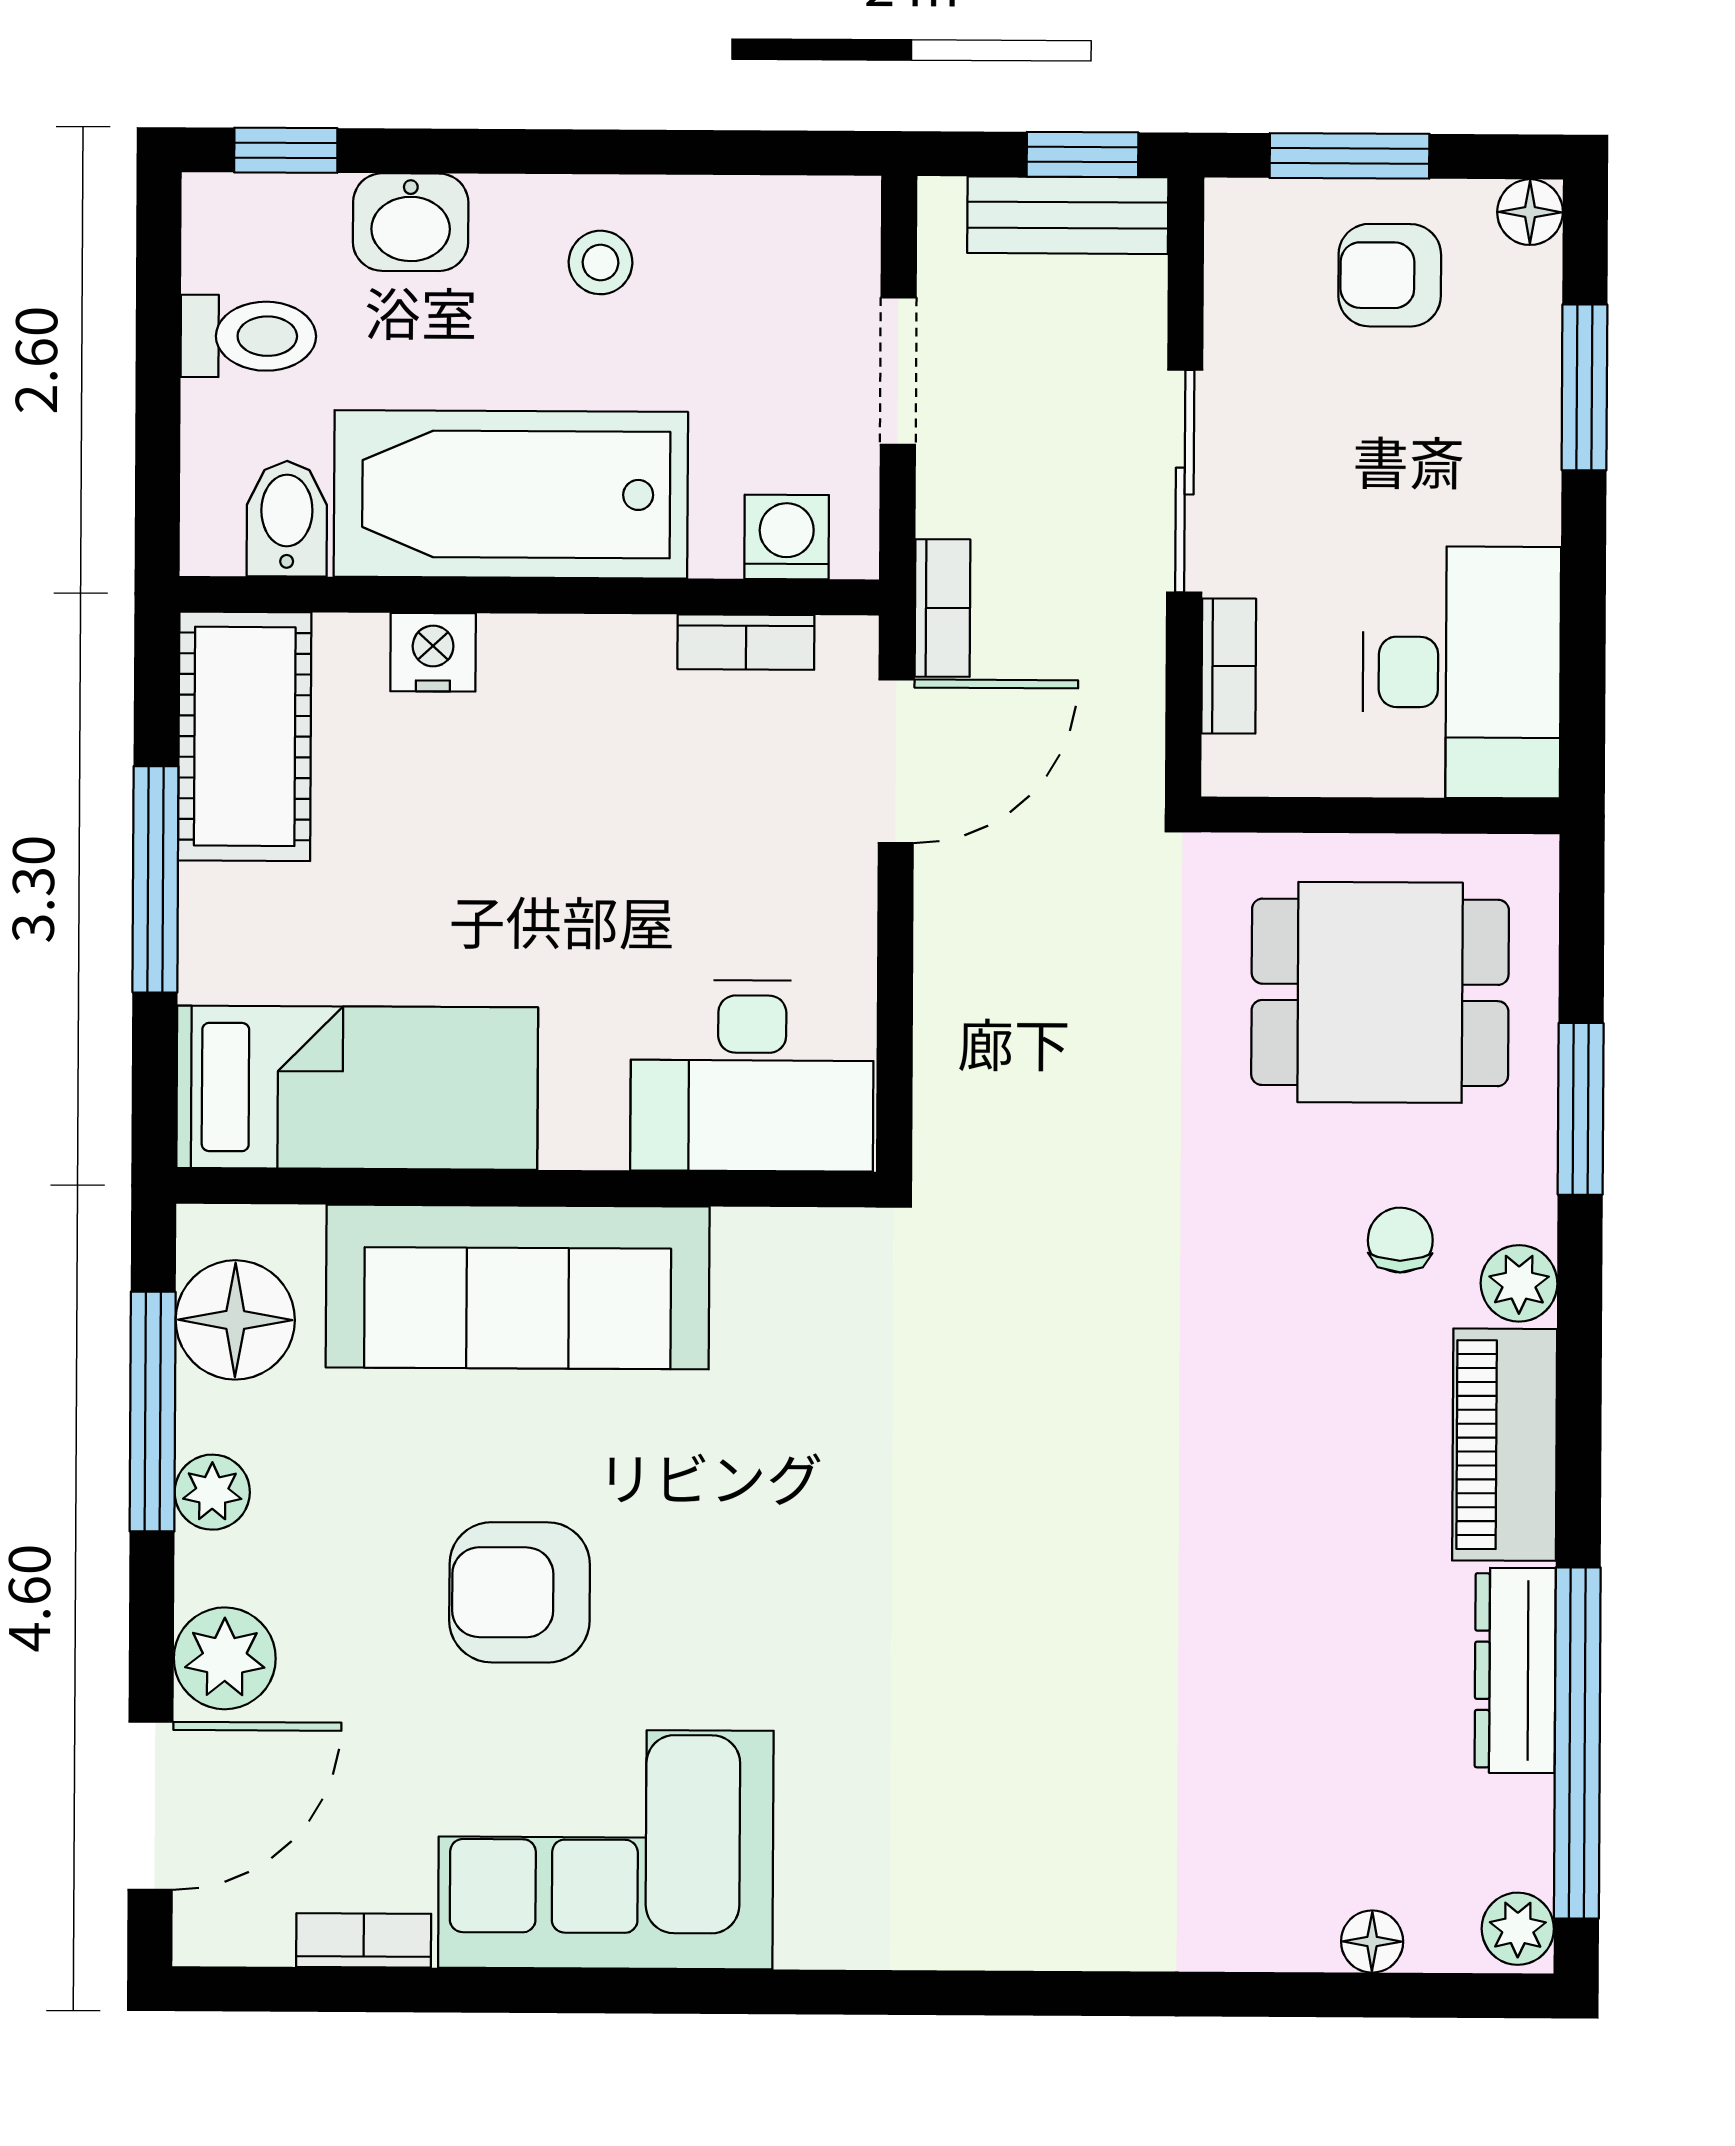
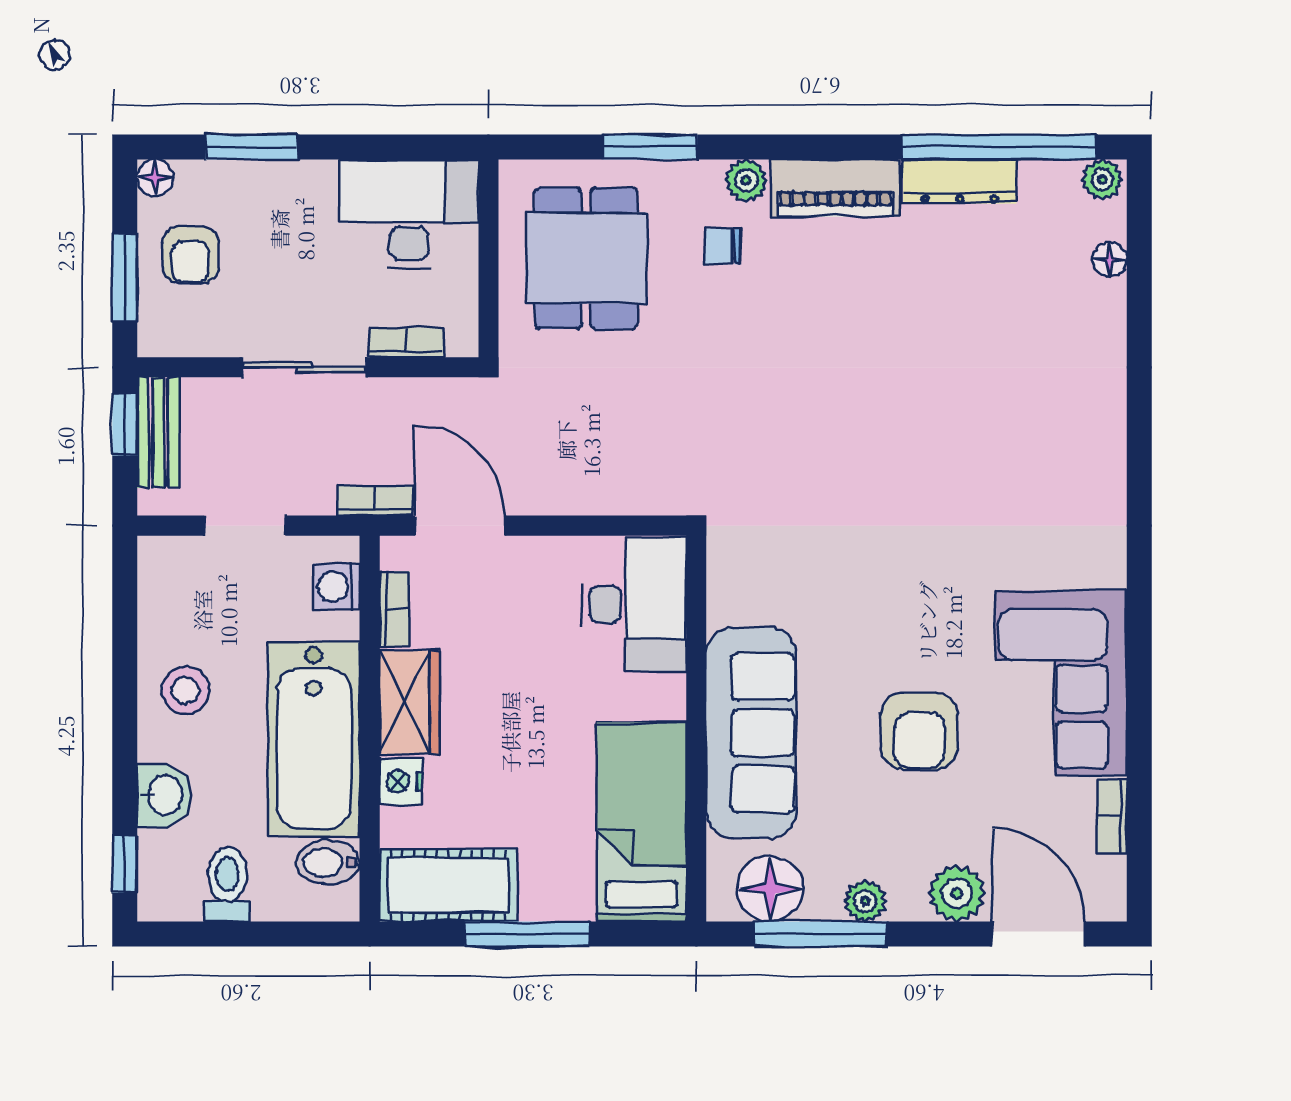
stool: (600, 262) -> (186, 690), width x1.37, depth x1.37
wardrobe: (576, 668) -> (410, 702), added

